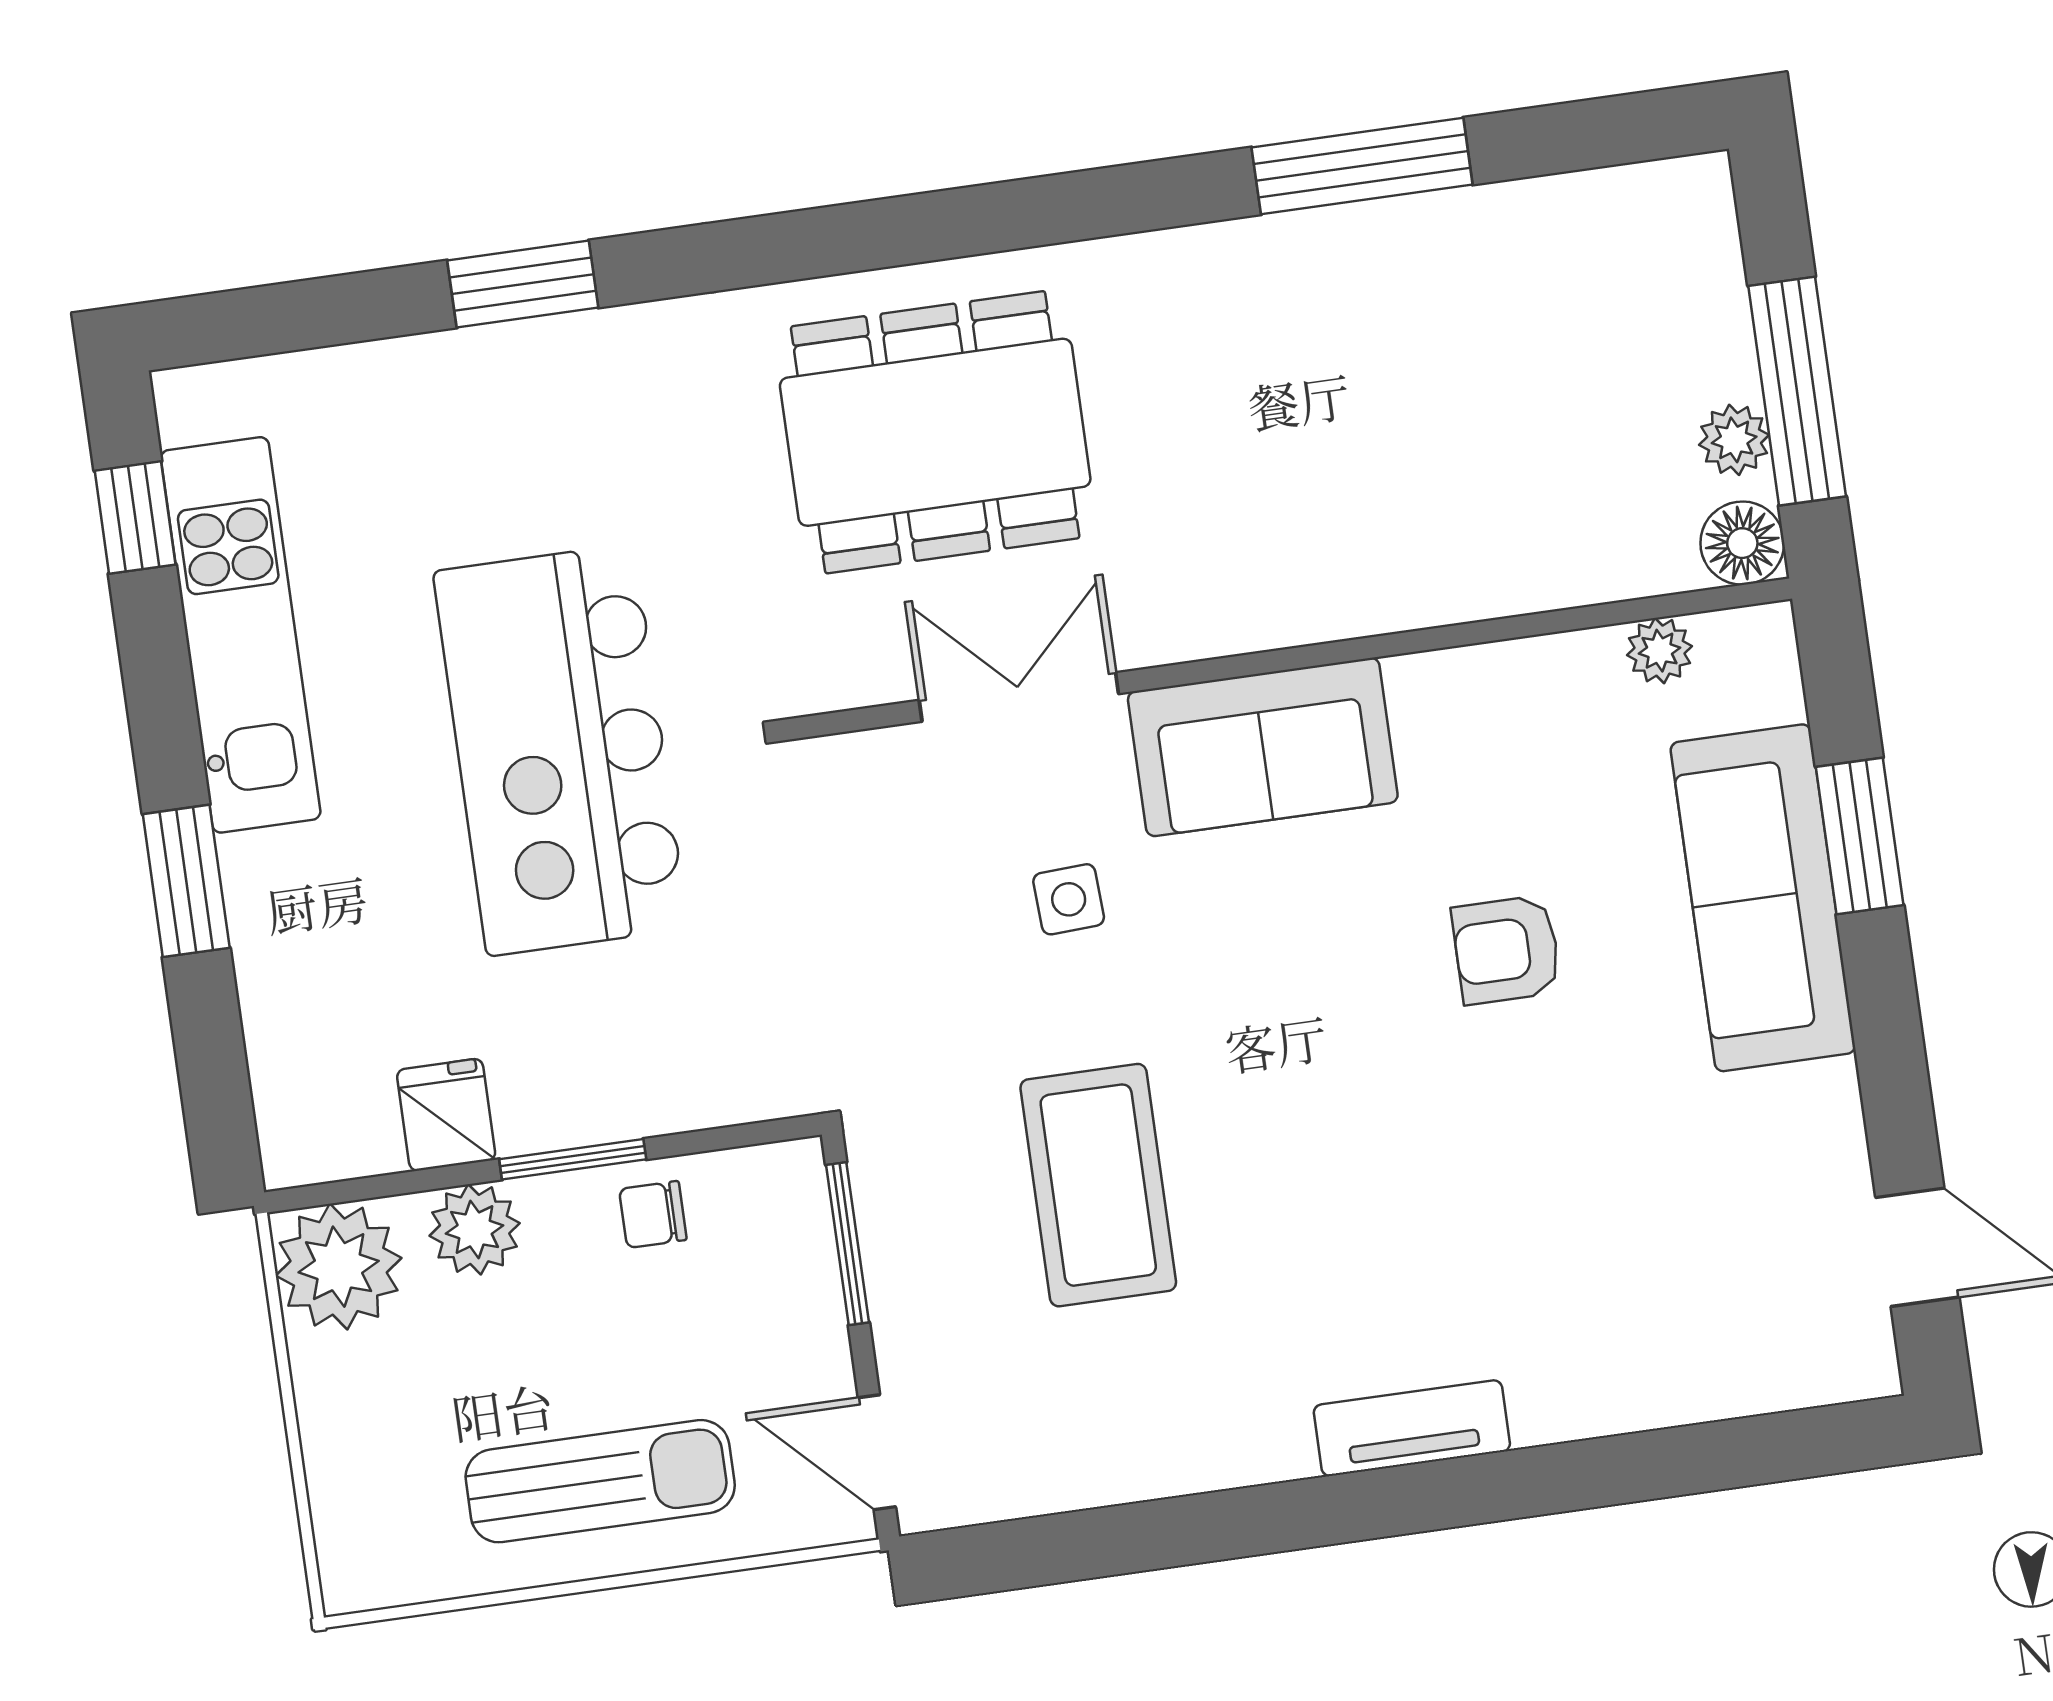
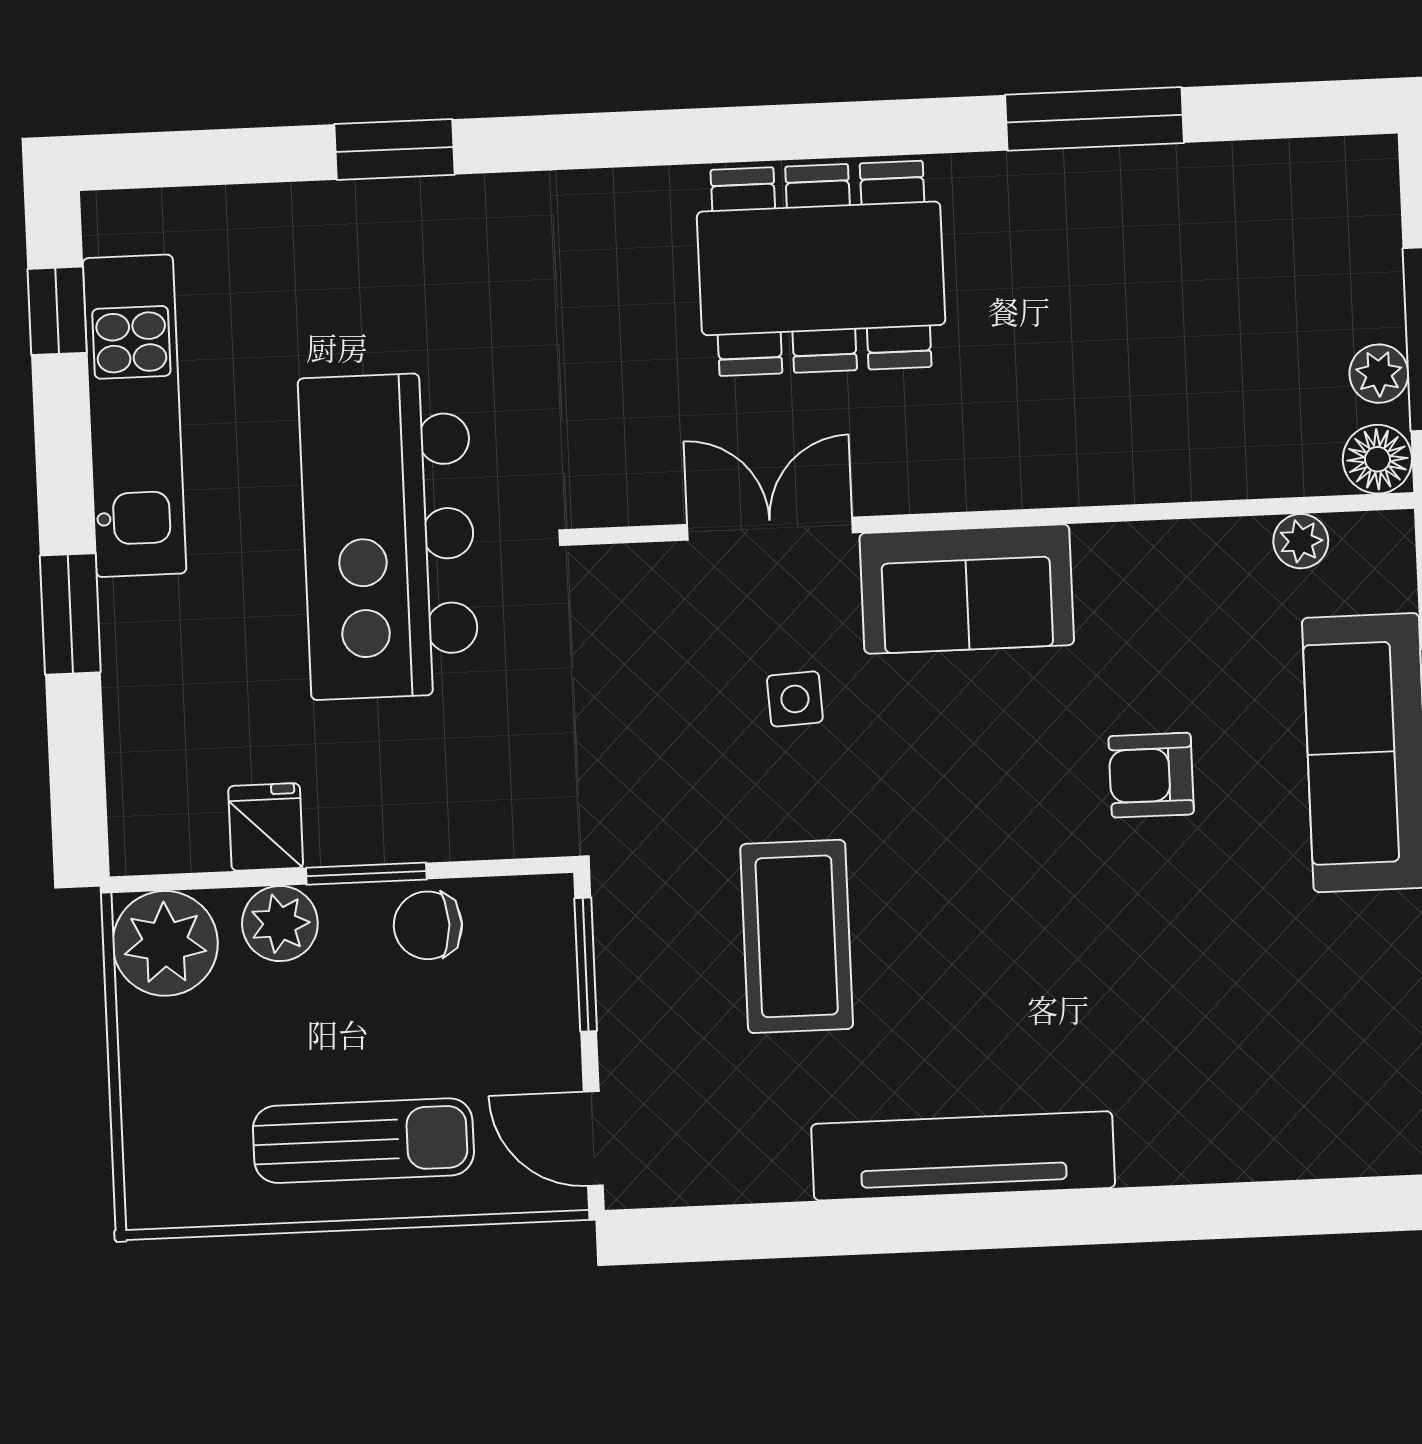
dining table: (935, 432) -> (821, 268), moved
chair: (653, 1214) -> (428, 925), width x1.37, depth x1.37
tv unit: (1412, 1428) -> (963, 1156), width x1.92, depth x1.29

